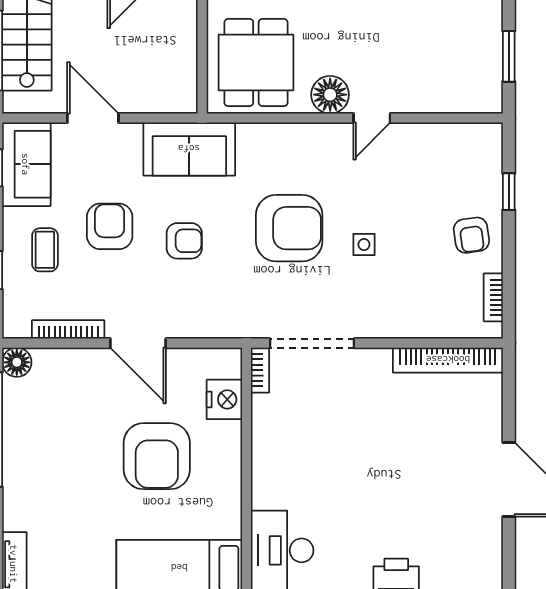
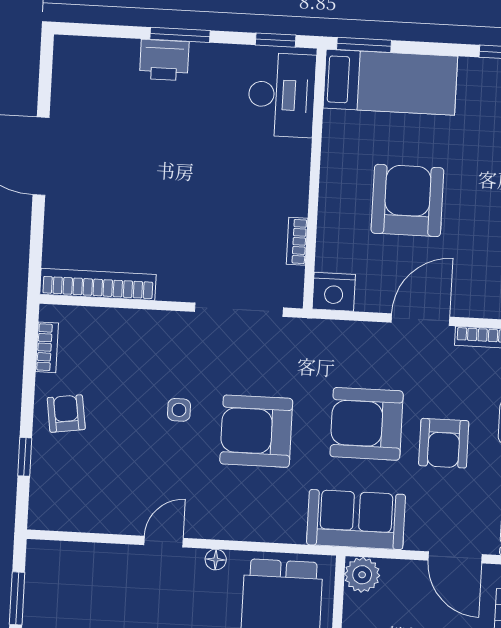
floor lamp: (330, 95) -> (216, 560), width x0.53, depth x0.53
plant: (181, 97) -> (362, 575), added
armchair: (184, 241) -> (367, 424), width x1.88, depth x1.88
door: (138, 343) -> (421, 320), hinge flipped
bookcase: (260, 370) -> (297, 241), moved
nightstand: (224, 399) -> (334, 292), moved, turned -90

